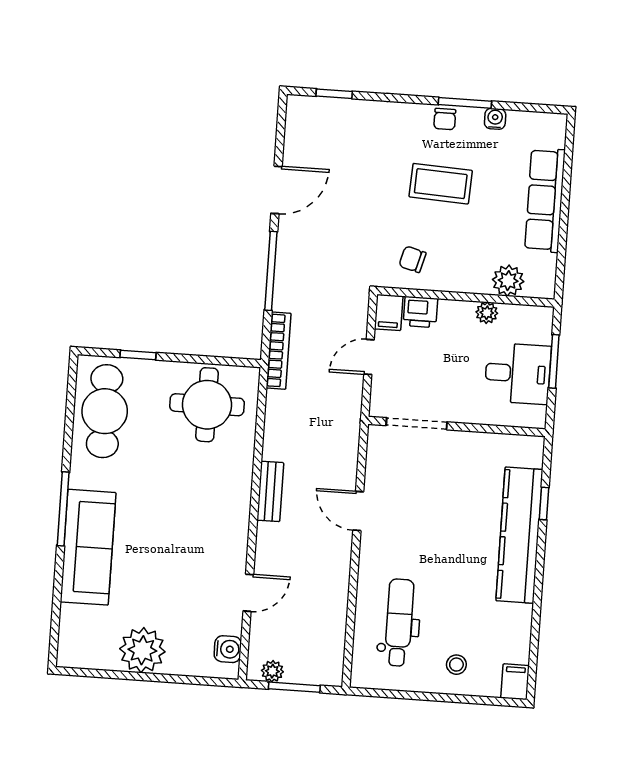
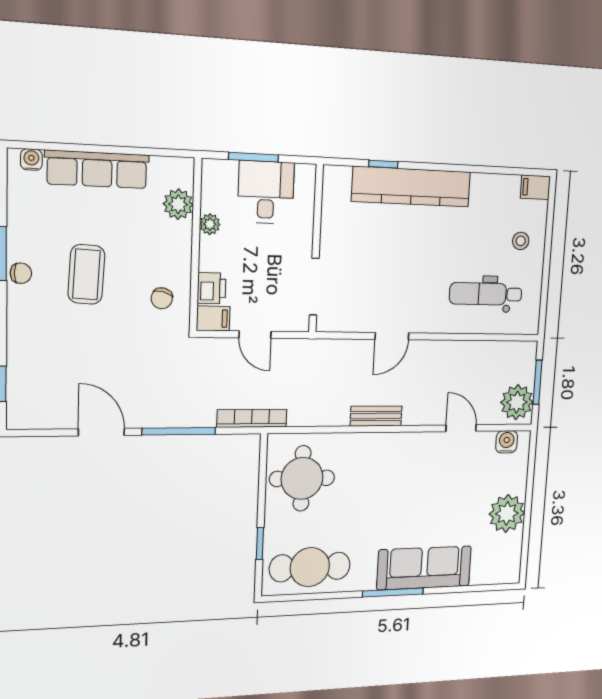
water cooler: (495, 119) -> (31, 160), moved, turned 90
plant: (272, 671) -> (517, 402), width x1.88, depth x1.88

